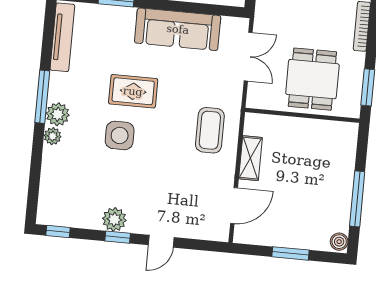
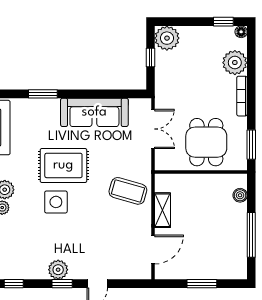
rug: (133, 91) -> (63, 165), width x1.36, depth x1.43
coffee table: (210, 130) -> (128, 191), turned -74
boiler: (339, 242) -> (240, 195), moved

